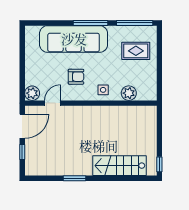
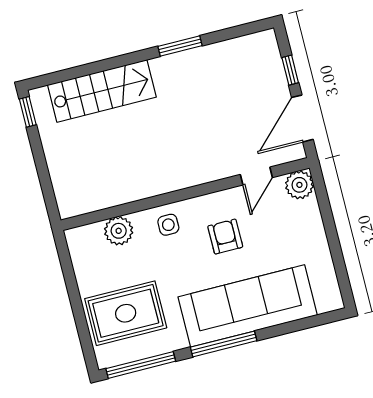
rug: (136, 51) -> (126, 313), width x1.36, depth x1.43
armchair: (76, 77) -> (225, 237), turned 90

